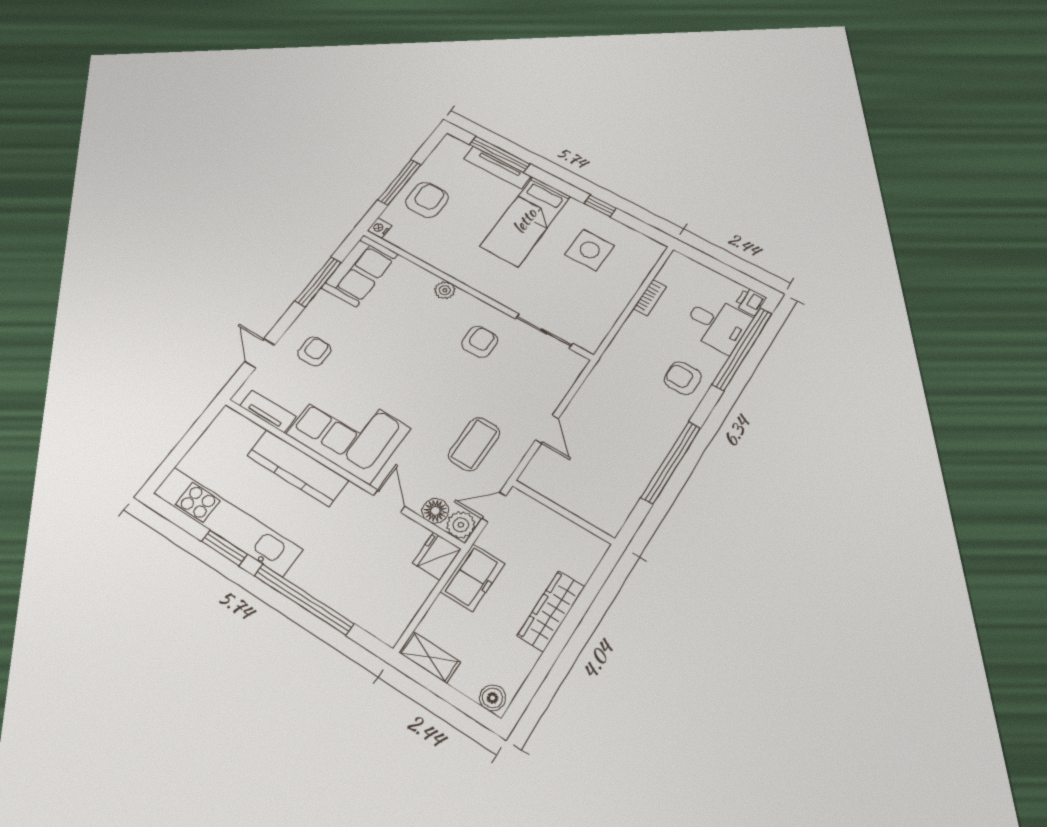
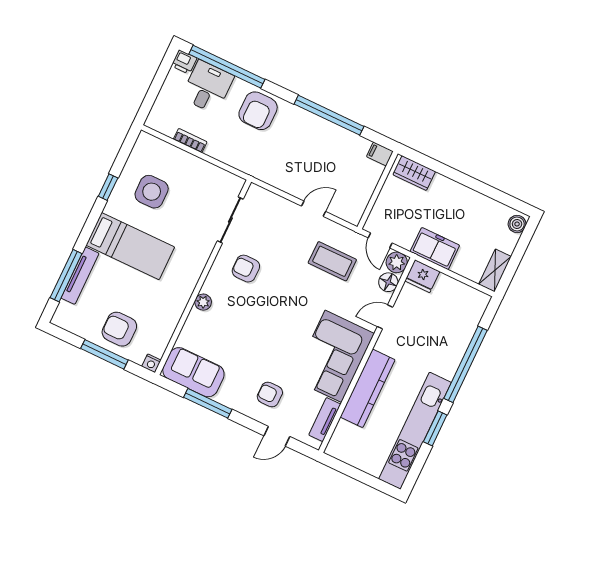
armchair: (683, 378) -> (258, 111), width x1.38, depth x1.38
filing cabinet: (613, 521) -> (380, 154), added
wardrobe: (551, 611) -> (414, 173), moved, width x0.67

